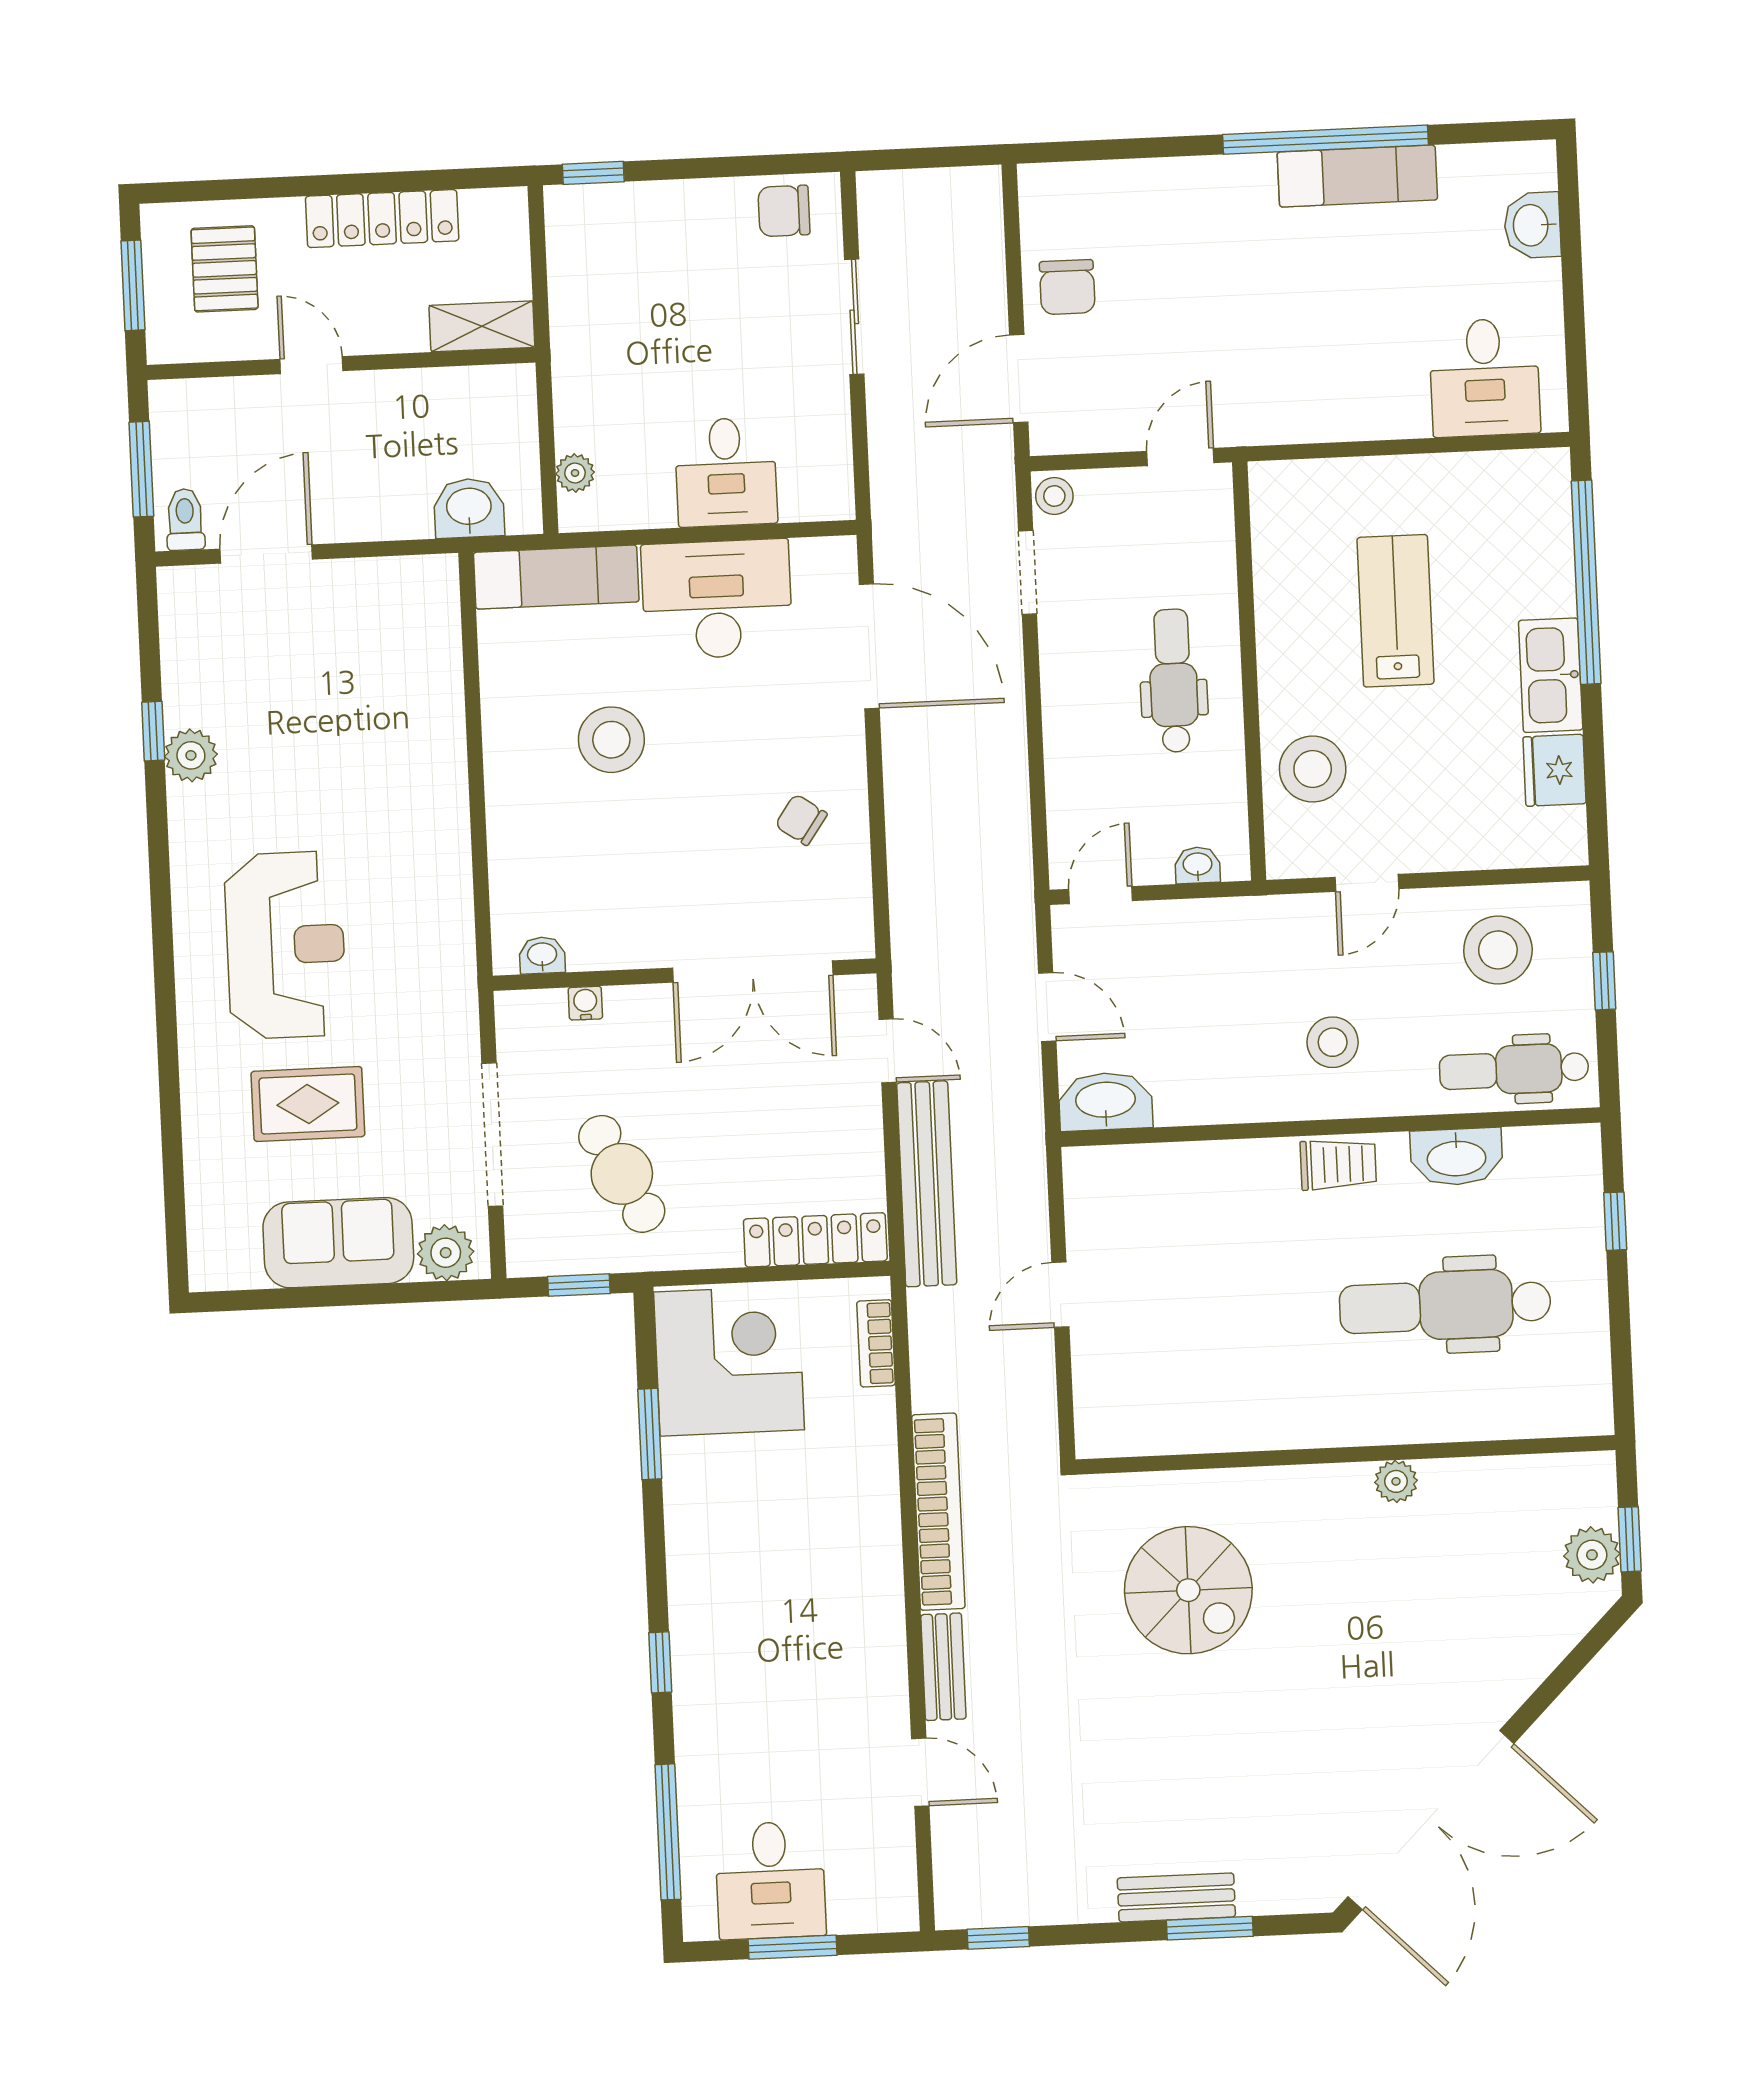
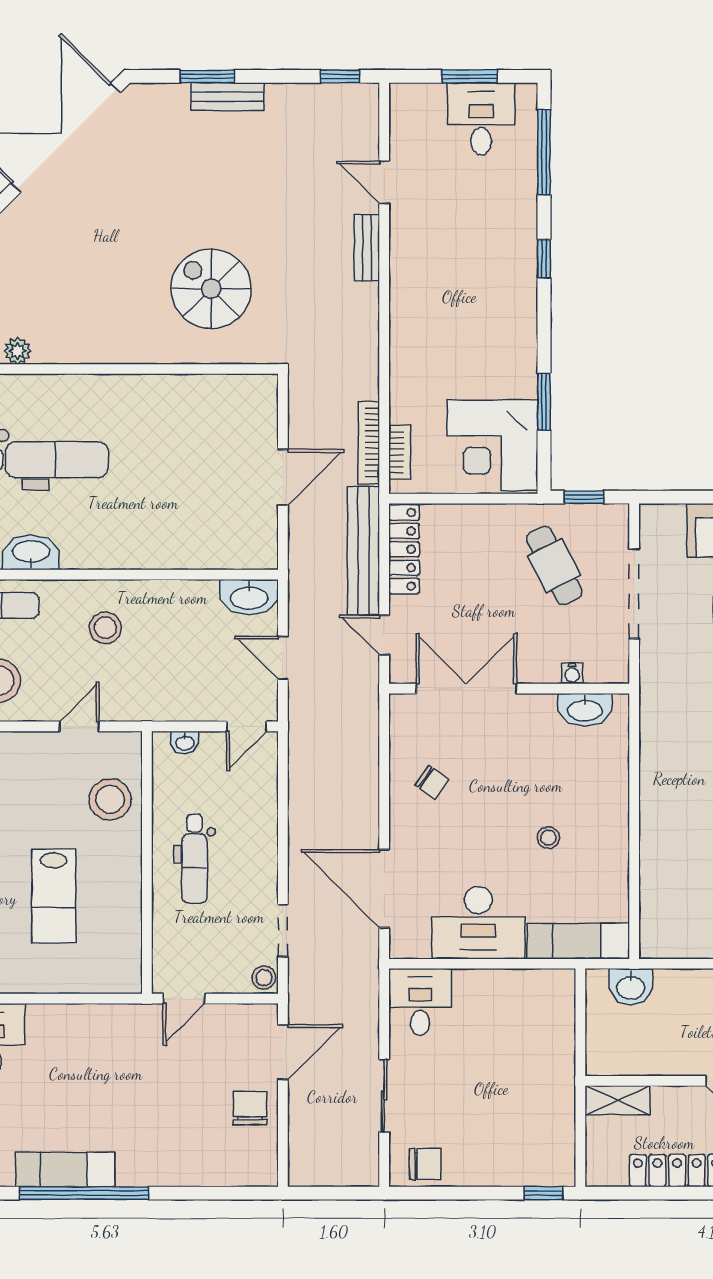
desk: (726, 472) -> (420, 1002), moved
plant: (575, 473) -> (563, 1006), removed
stool: (611, 740) -> (548, 838), width x0.53, depth x0.53
washbasin: (542, 955) -> (585, 710), width x1.91, depth x1.45
trolley: (1338, 1164) -> (105, 551), removed
locker: (815, 1240) -> (404, 549), moved, turned -90
plant: (446, 1253) -> (667, 521), removed
door: (1060, 1295) -> (283, 477), width x1.38
plant: (1396, 1481) -> (18, 351), moved
bookcase: (938, 1512) -> (369, 443), moved, width x0.68, depth x0.76

